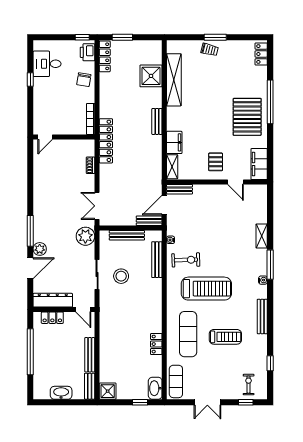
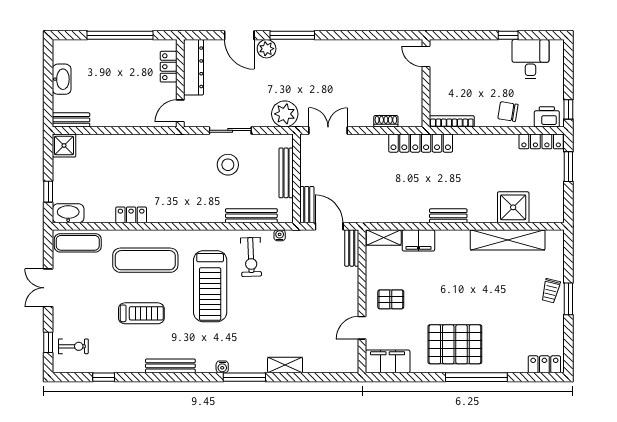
treadmill: (225, 337) -> (141, 313), turned -90
bench: (90, 355) -> (116, 120), removed

